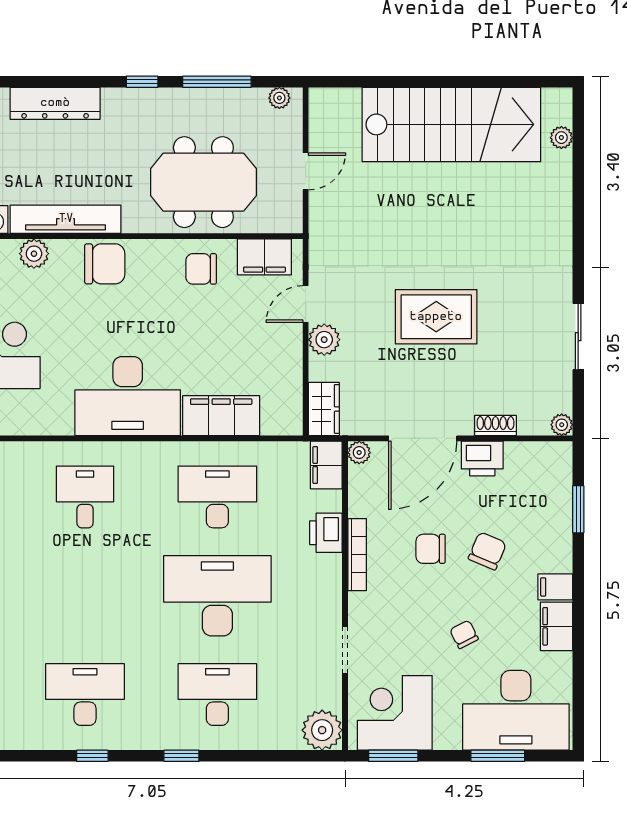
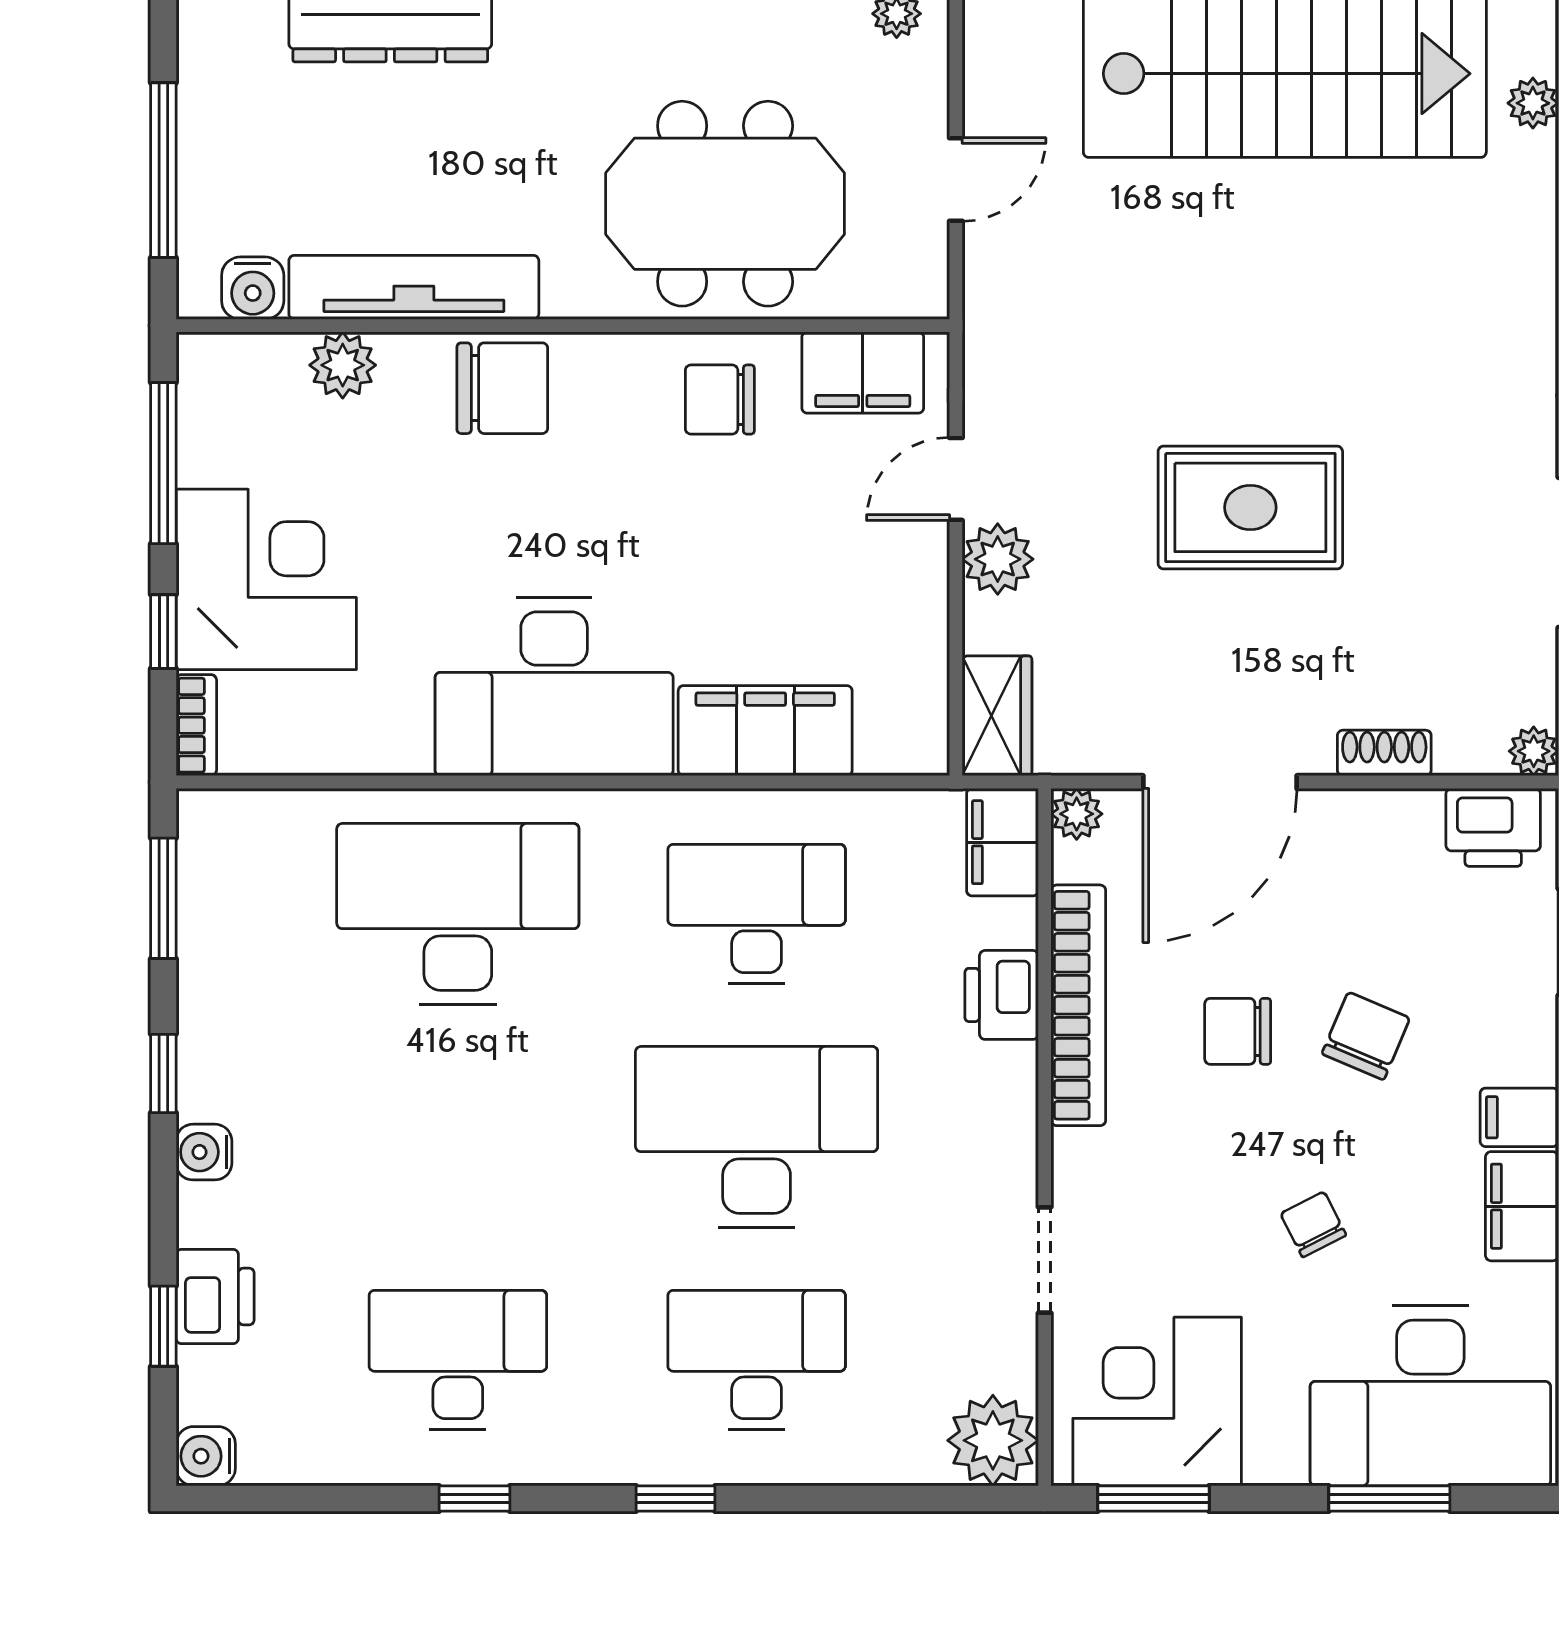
printer: (482, 459) -> (1493, 827), moved
desk: (85, 497) -> (458, 914), width x1.87, depth x1.30
bookcase: (357, 555) -> (1078, 1005), width x1.48, depth x1.31

